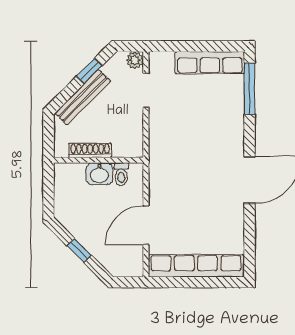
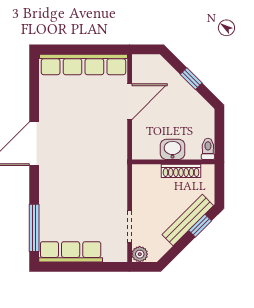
window: (89, 71) -> (200, 226), moved
toilet: (121, 174) -> (208, 149), moved

